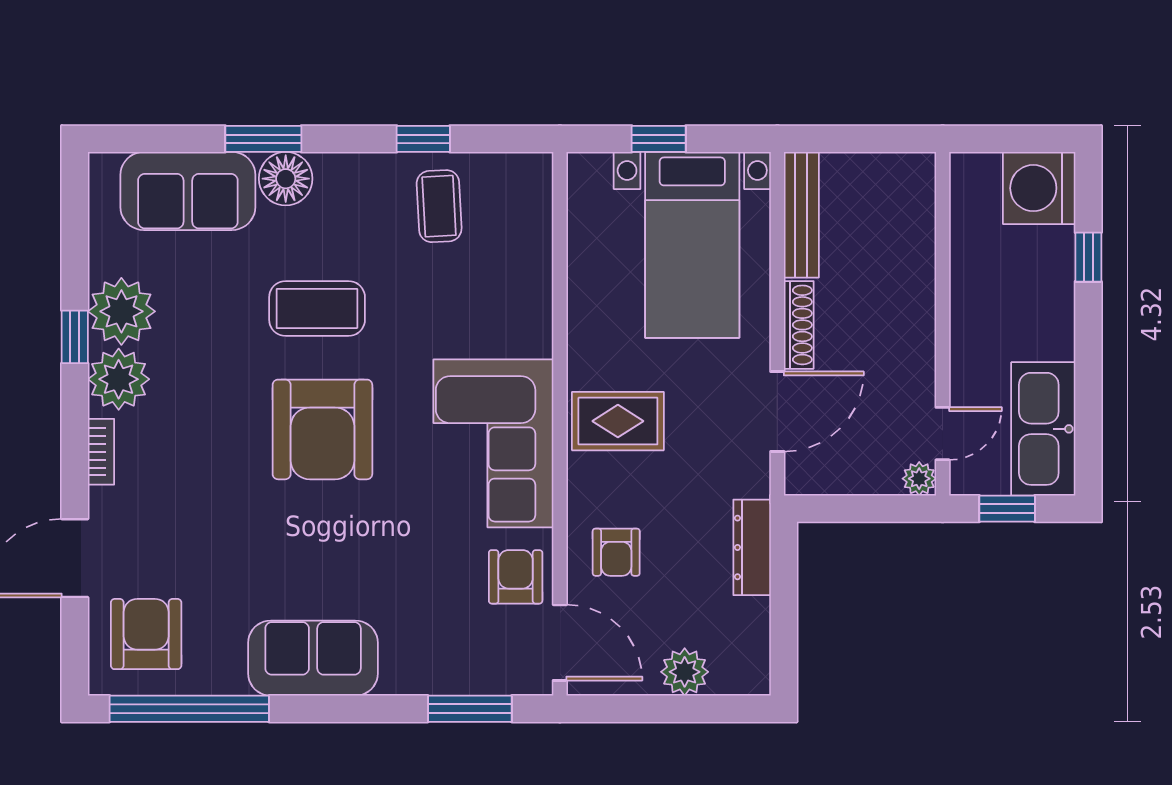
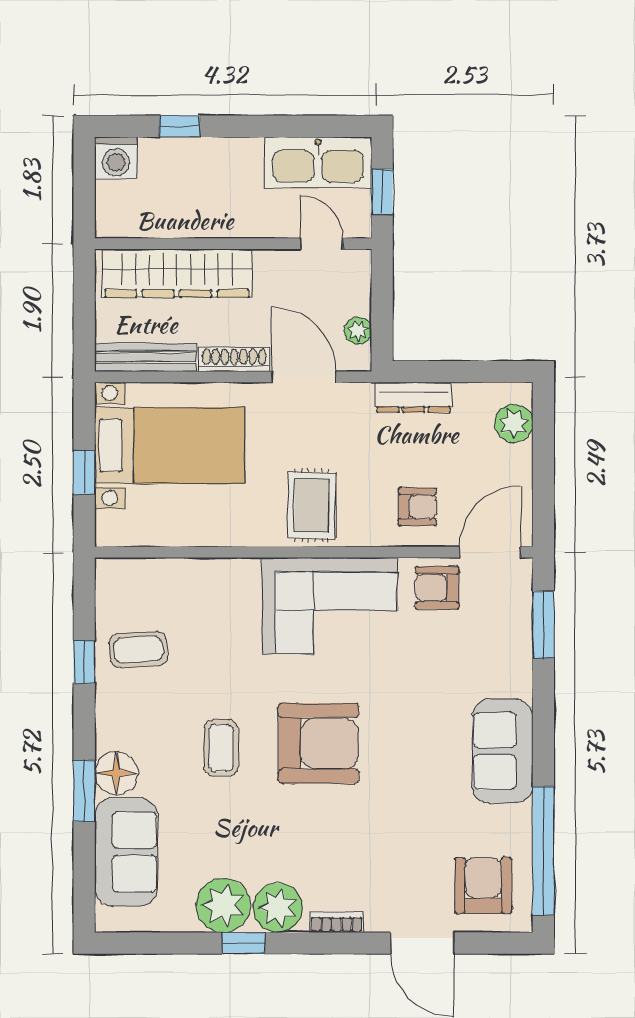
washing machine: (1039, 188) -> (116, 158), width x0.73, depth x0.73
wardrobe: (906, 254) -> (177, 273), added
coffee table: (317, 308) -> (221, 748), width x0.73, depth x0.77
plant: (919, 479) -> (358, 331), moved
armchair: (146, 634) -> (483, 886), turned 90
plant: (685, 672) -> (514, 423), moved

